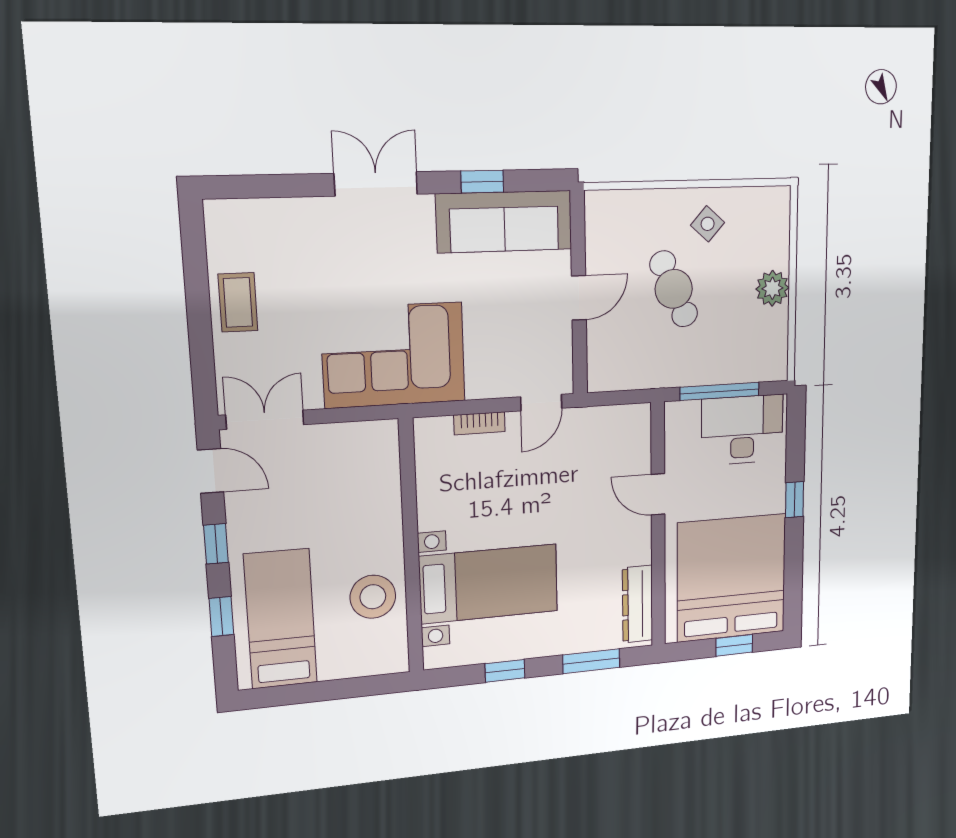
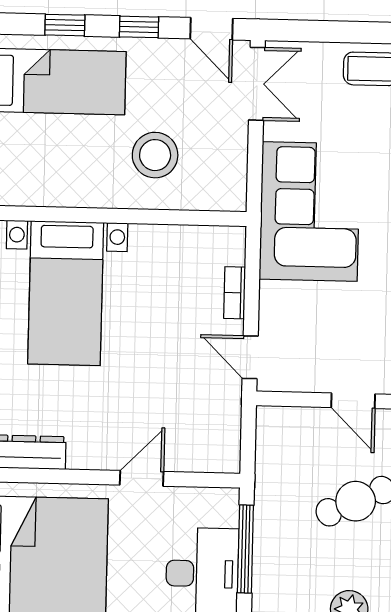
door: (211, 471) -> (212, 29), hinge flipped
stool: (373, 597) -> (155, 155), moved

